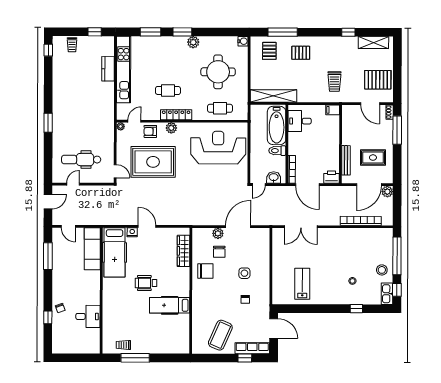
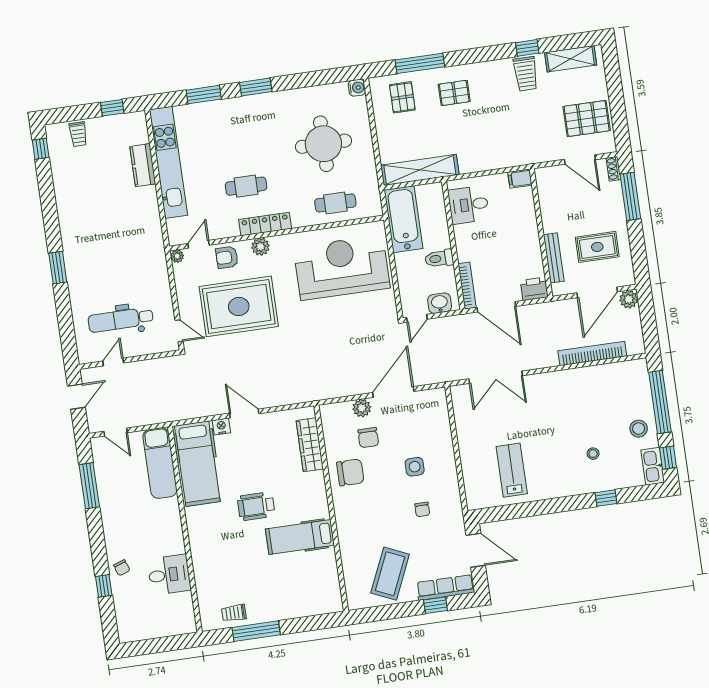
plant: (193, 42) -> (276, 101), removed
trolley: (334, 81) -> (526, 74), moved
bathtub: (277, 125) -> (403, 219), moved, turned 180

